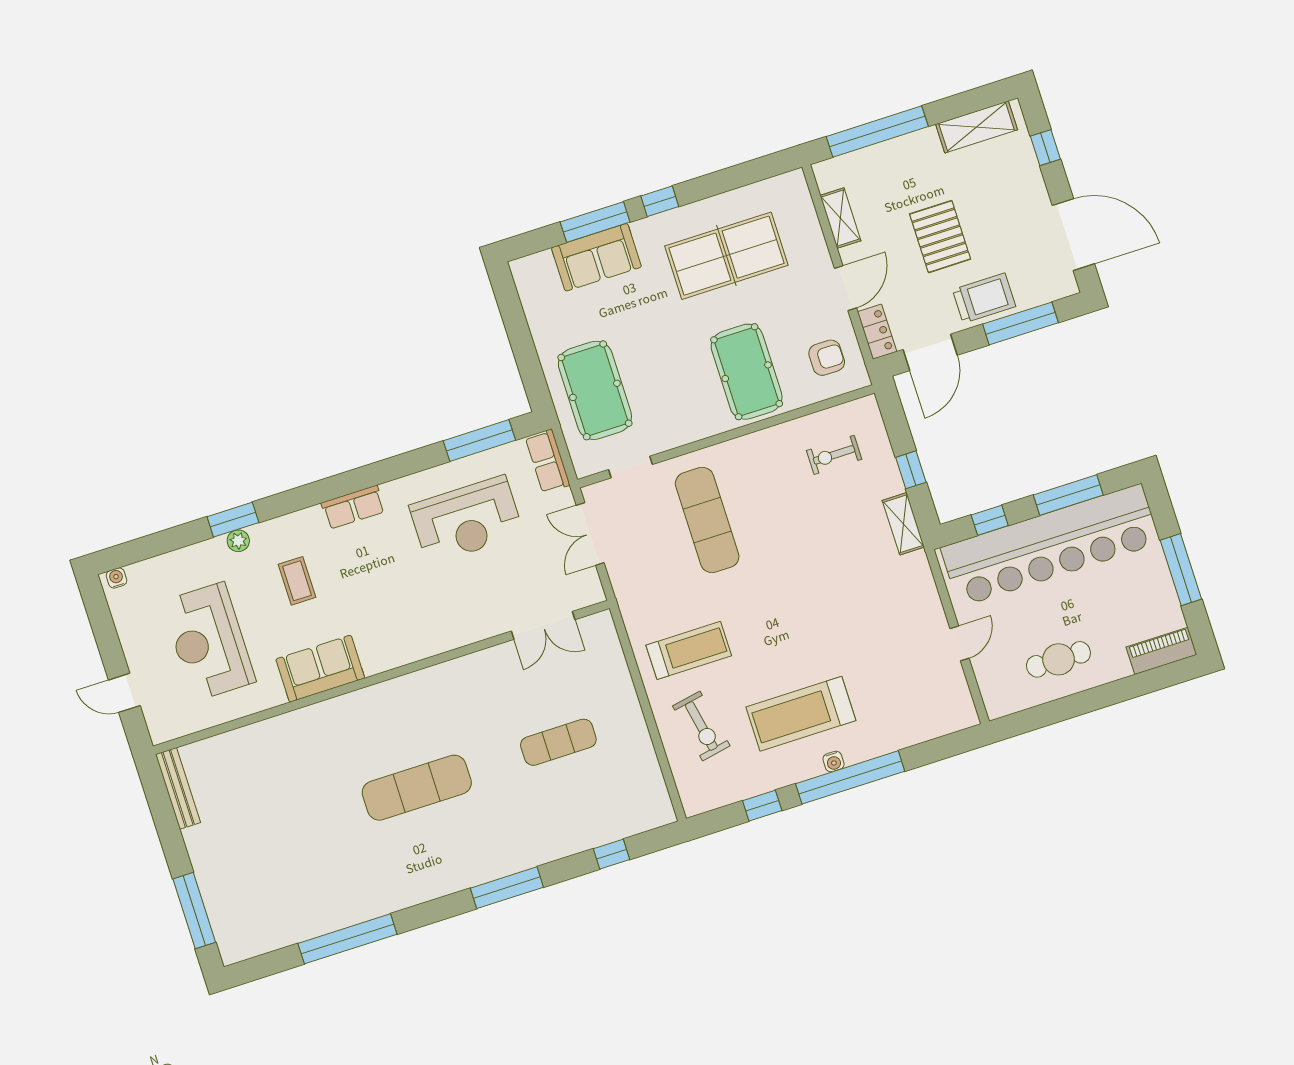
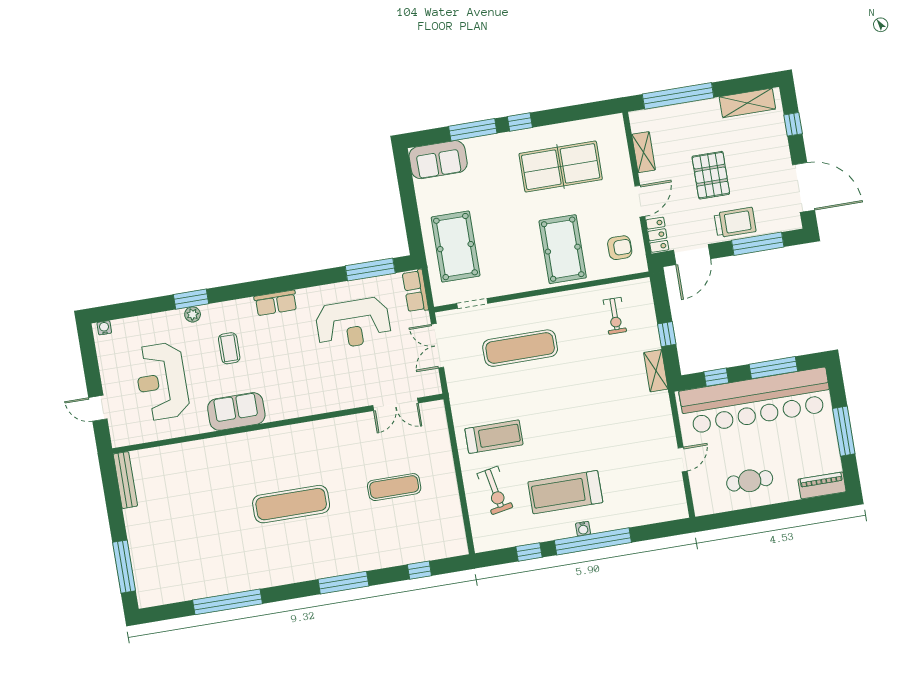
sofa: (596, 257) -> (438, 160), moved
exercise bike: (834, 455) -> (615, 316), turned -90
exercise mat: (707, 520) -> (520, 348), turned 90

